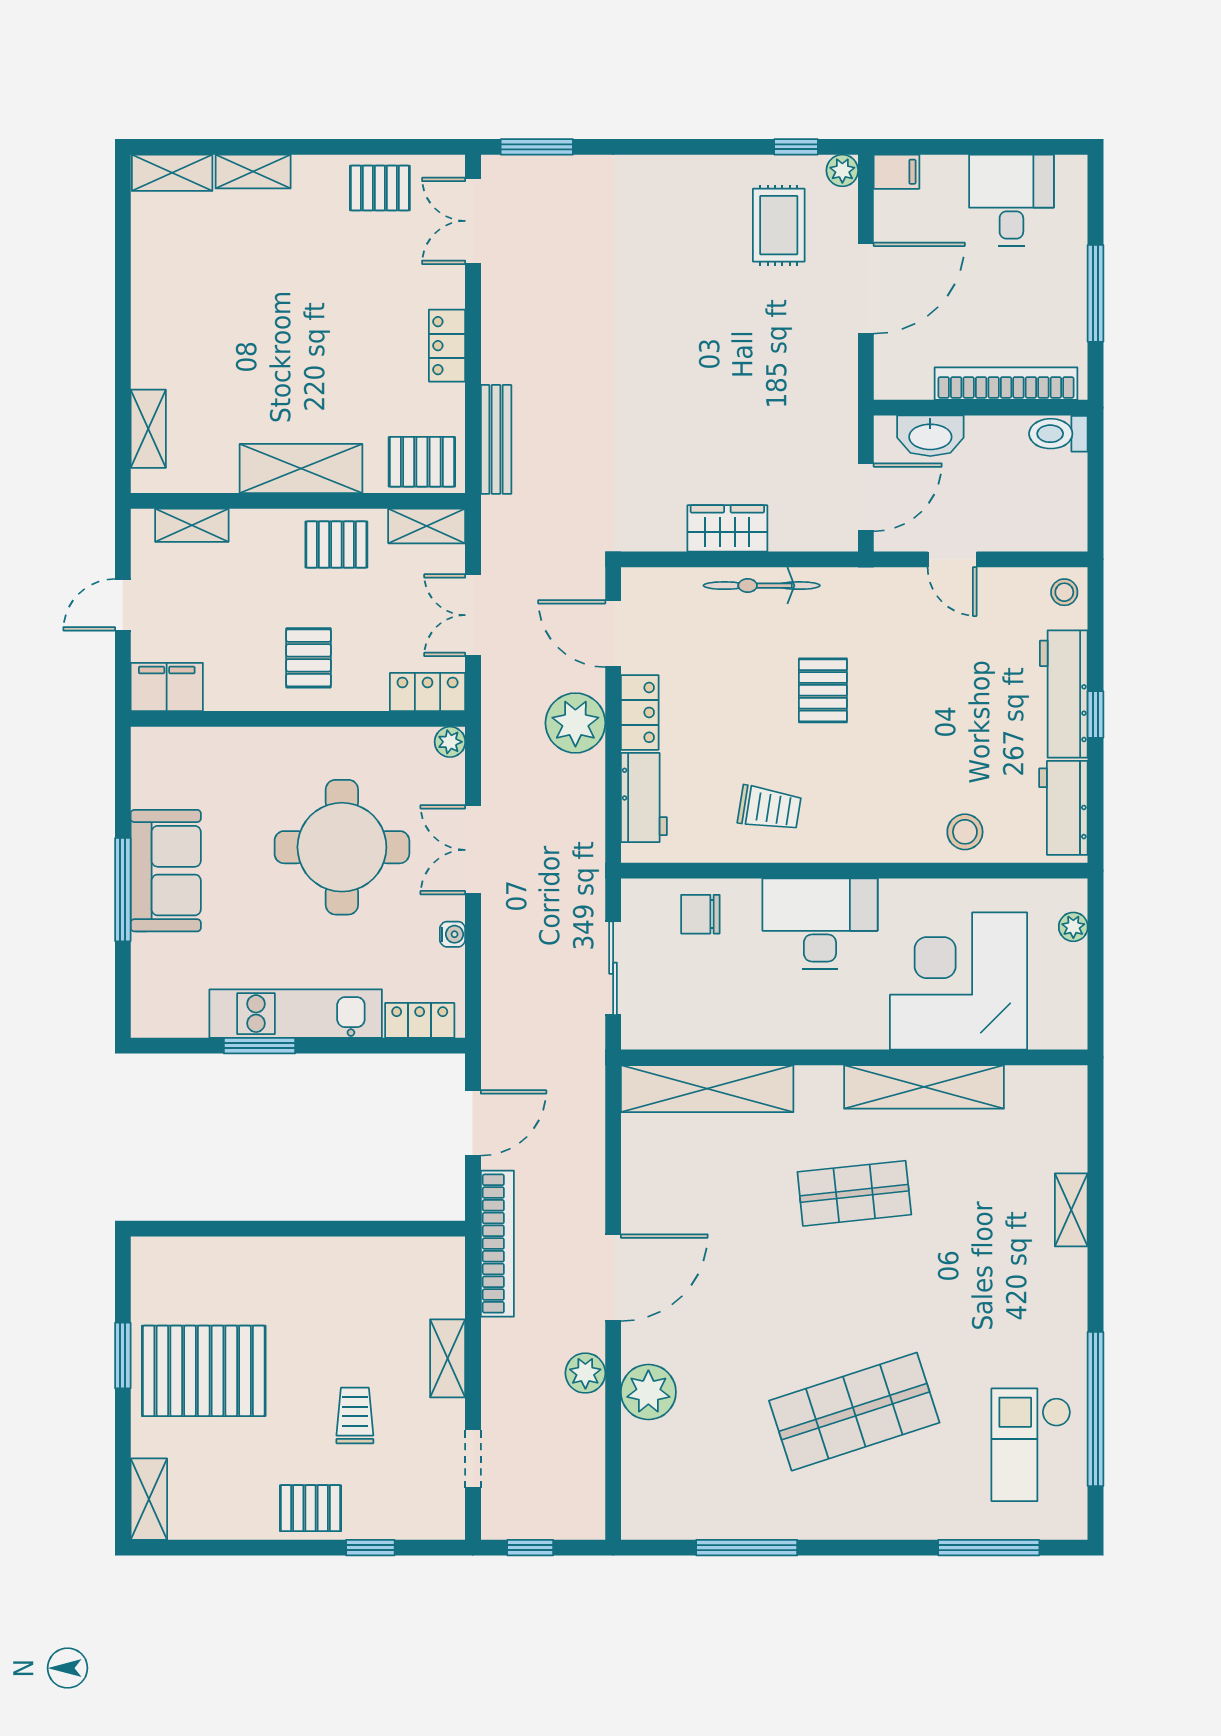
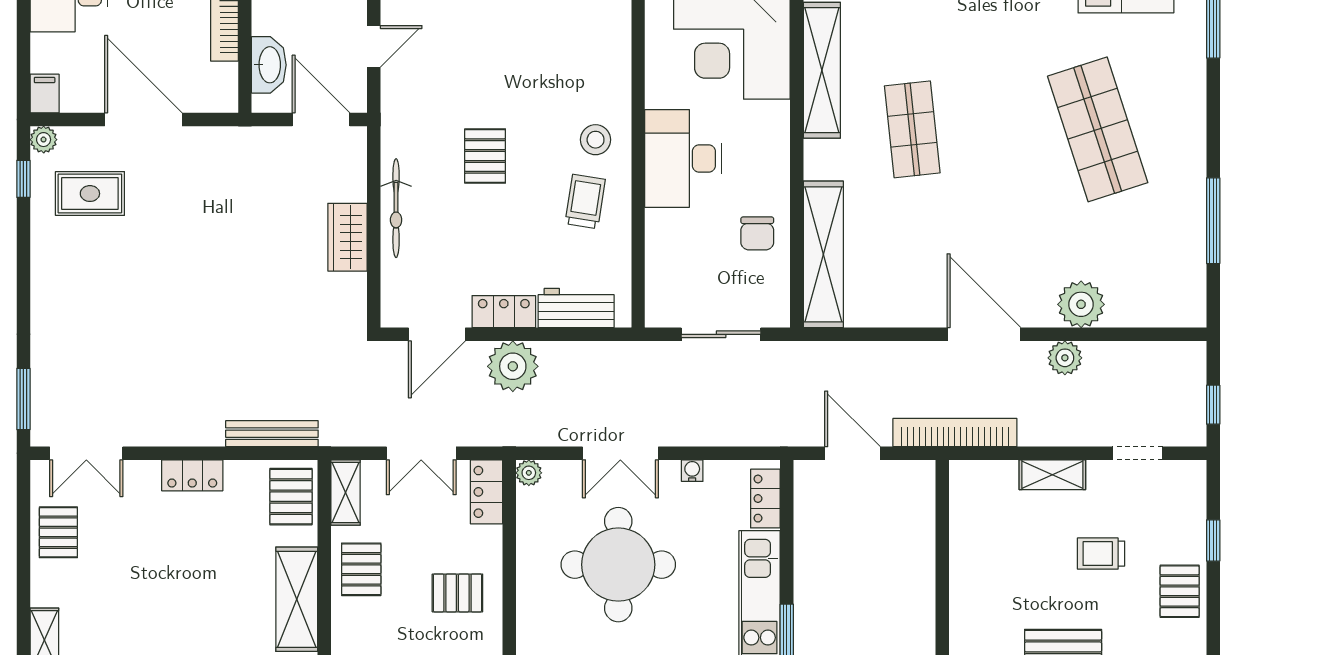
pallet: (823, 690) -> (485, 156), turned 90
stool: (965, 832) -> (596, 140), moved
chair: (700, 914) -> (757, 233), moved

